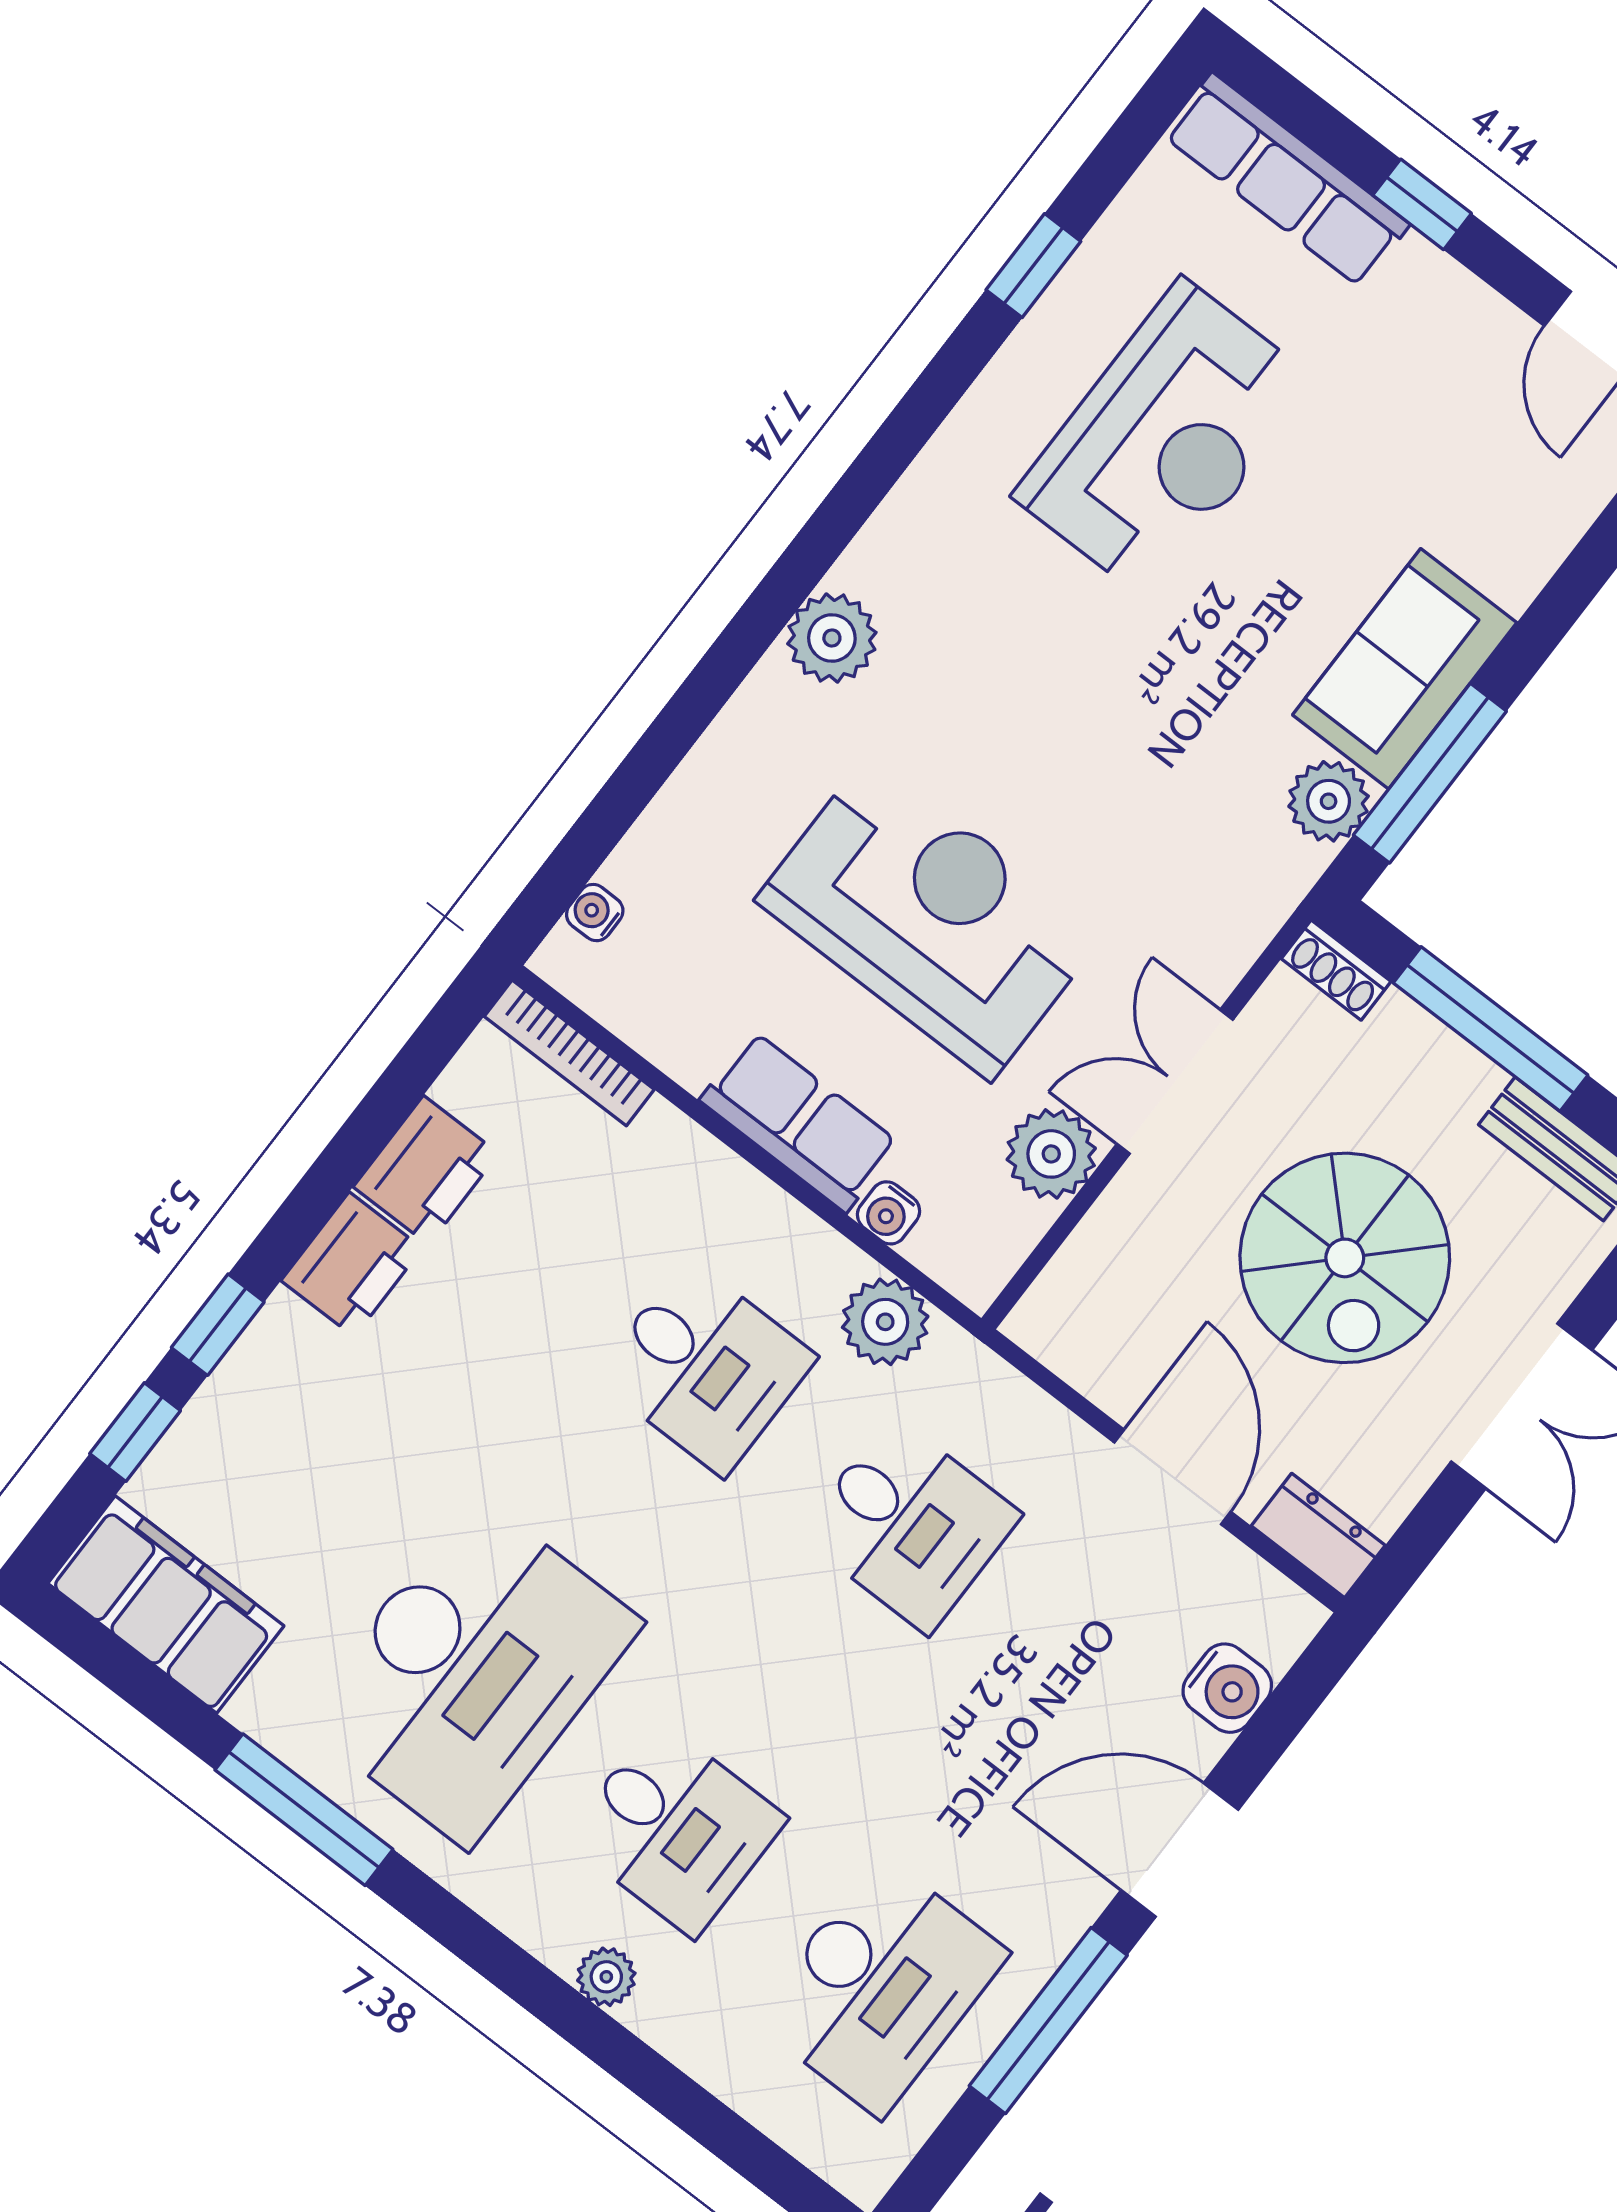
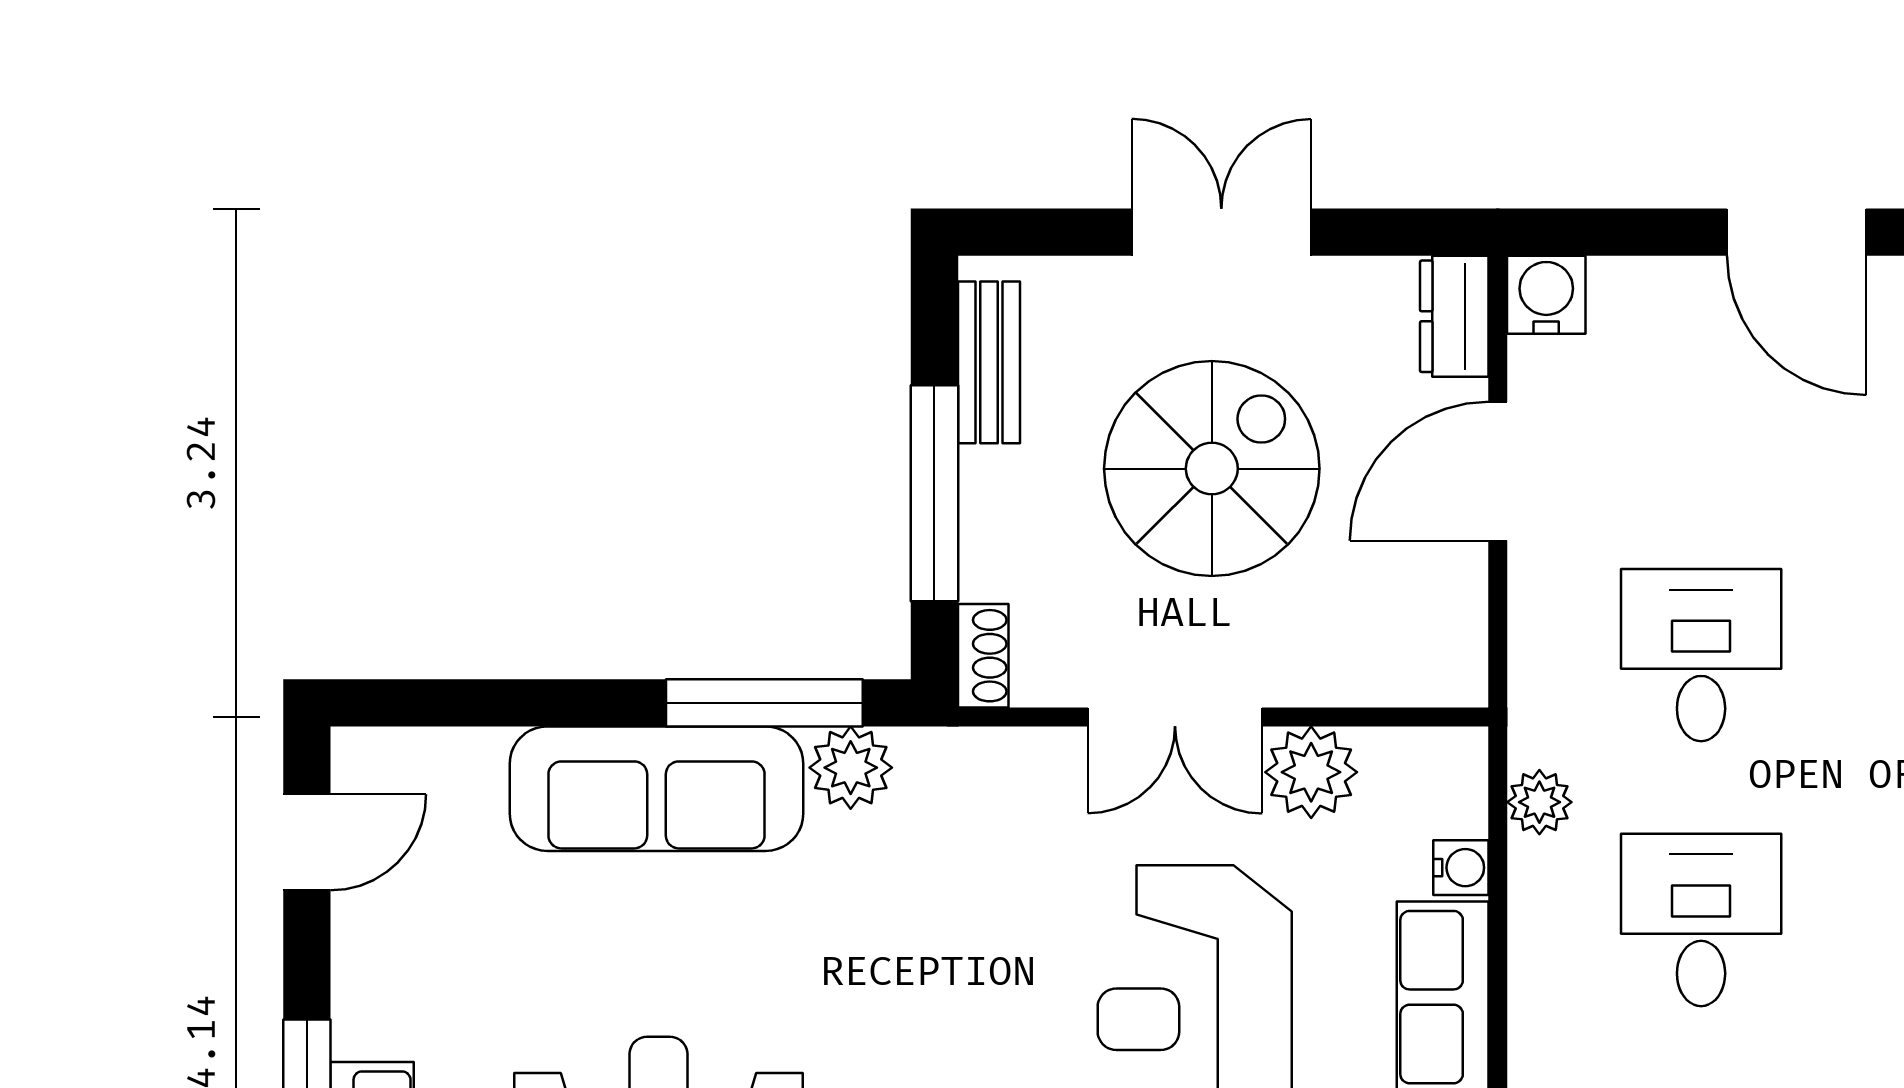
sofa: (1405, 669) -> (657, 789), width x1.36
plant: (885, 1322) -> (1539, 802), width x0.73, depth x0.73
water cooler: (1227, 1688) -> (1546, 295), moved

